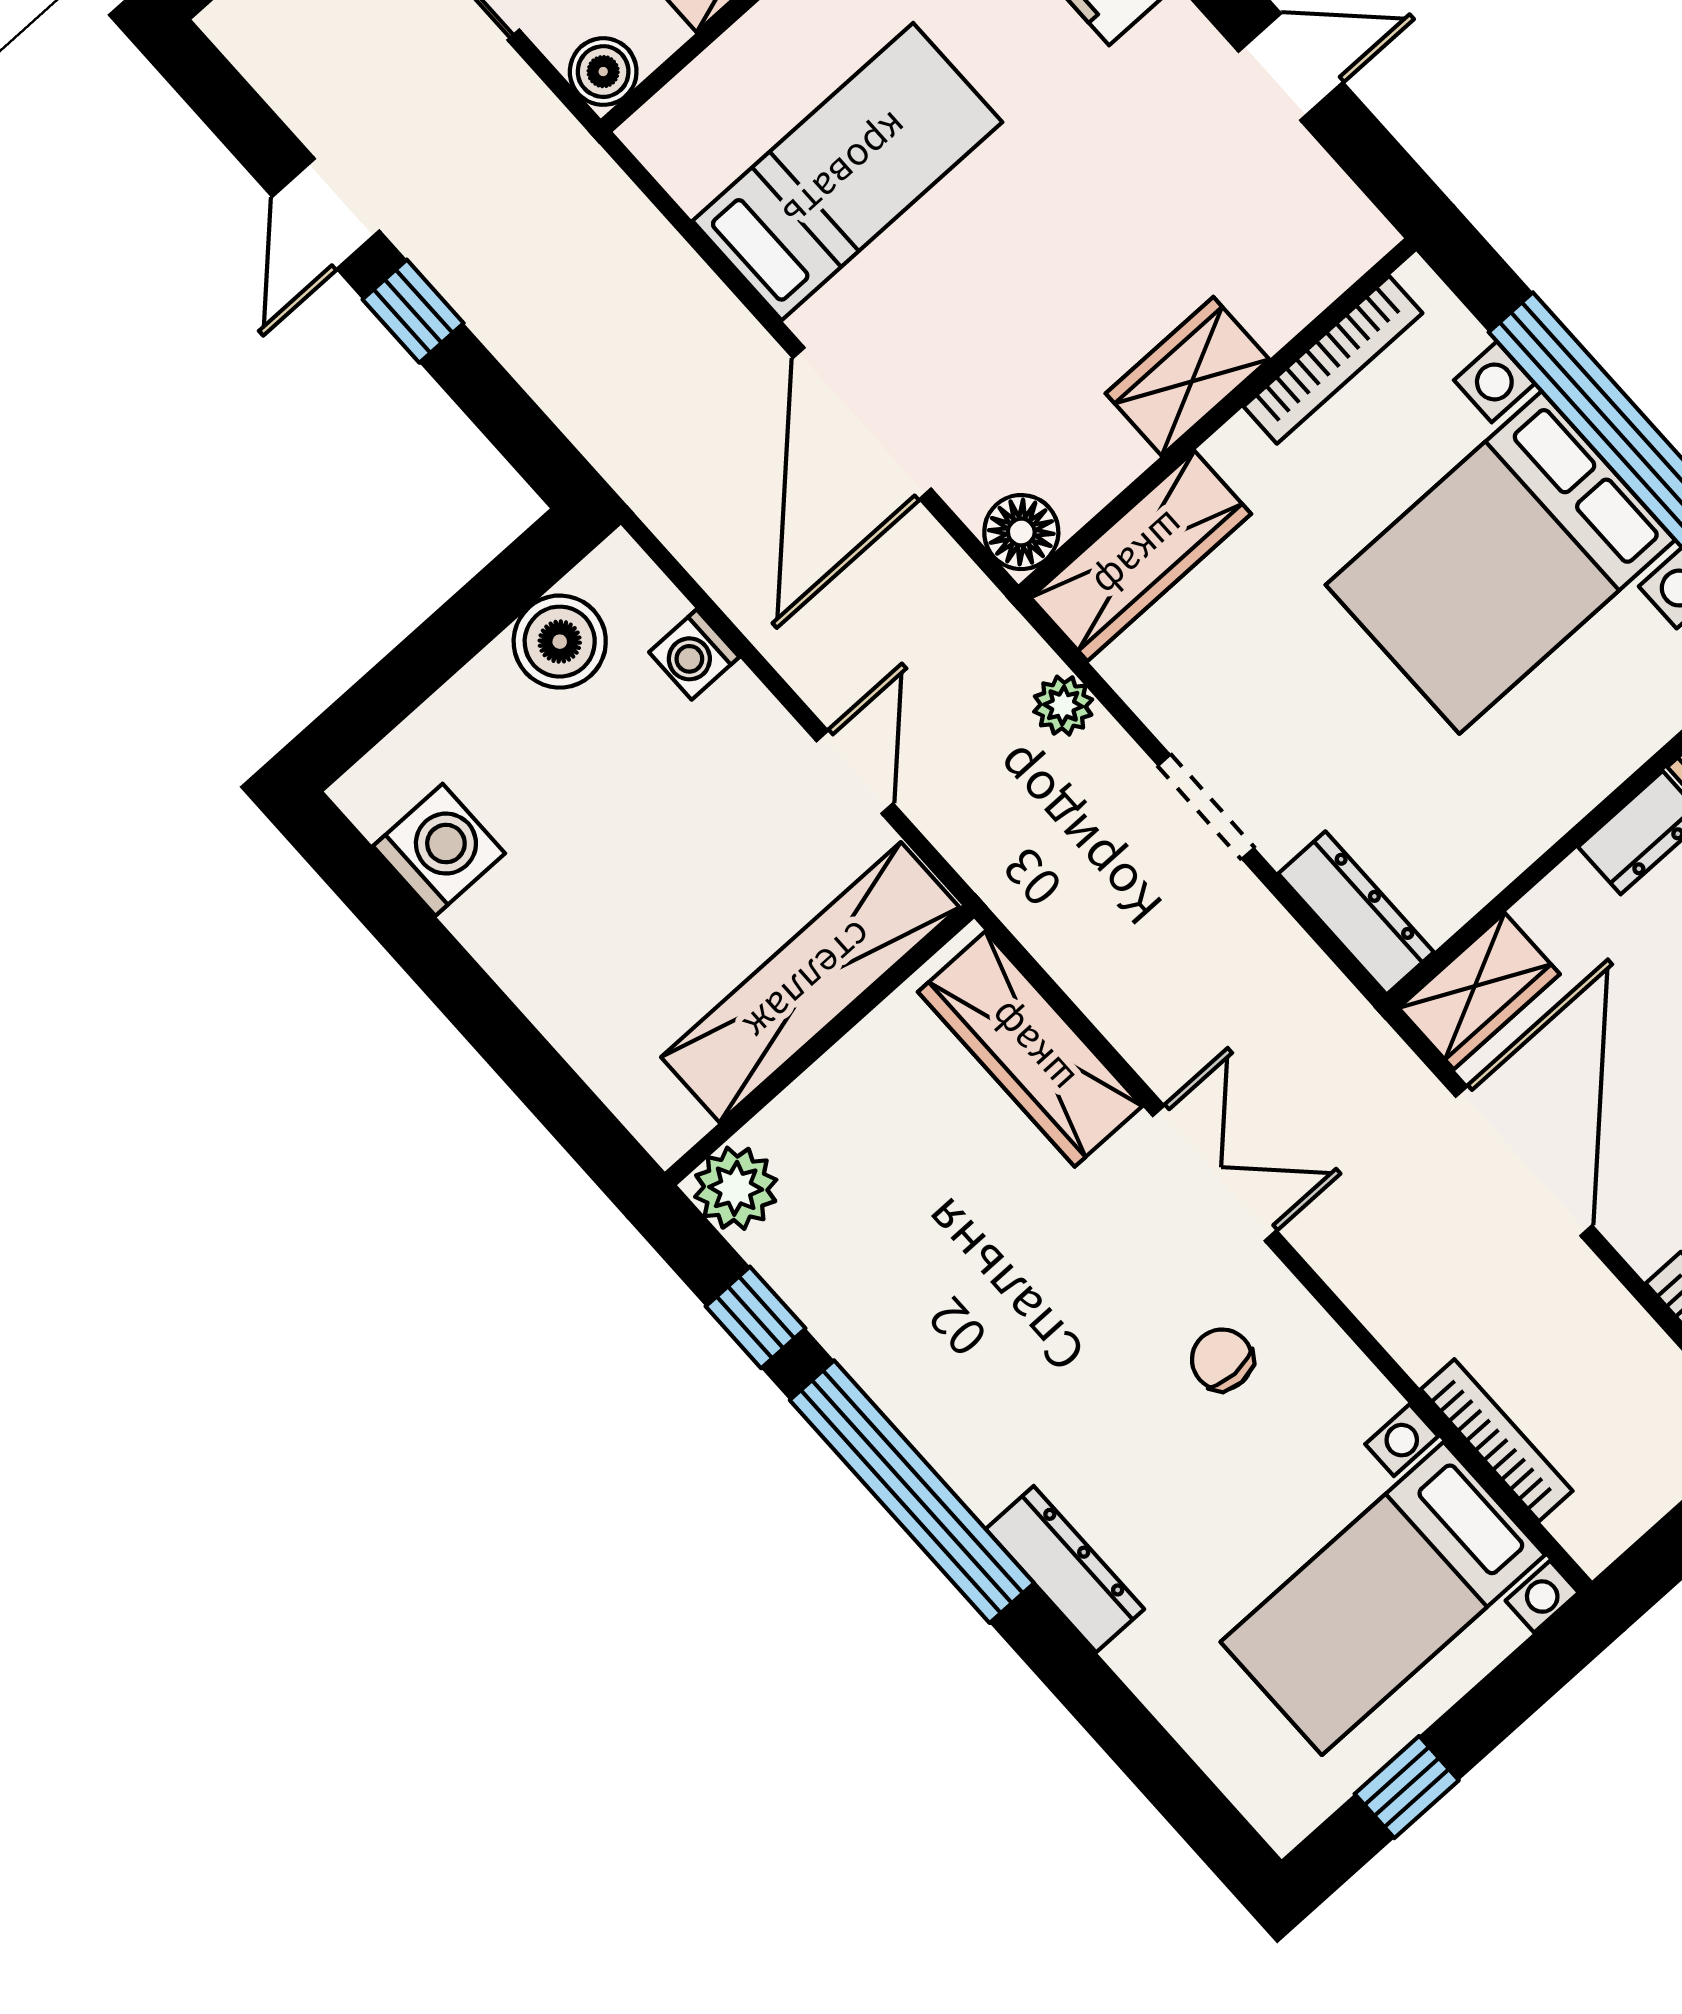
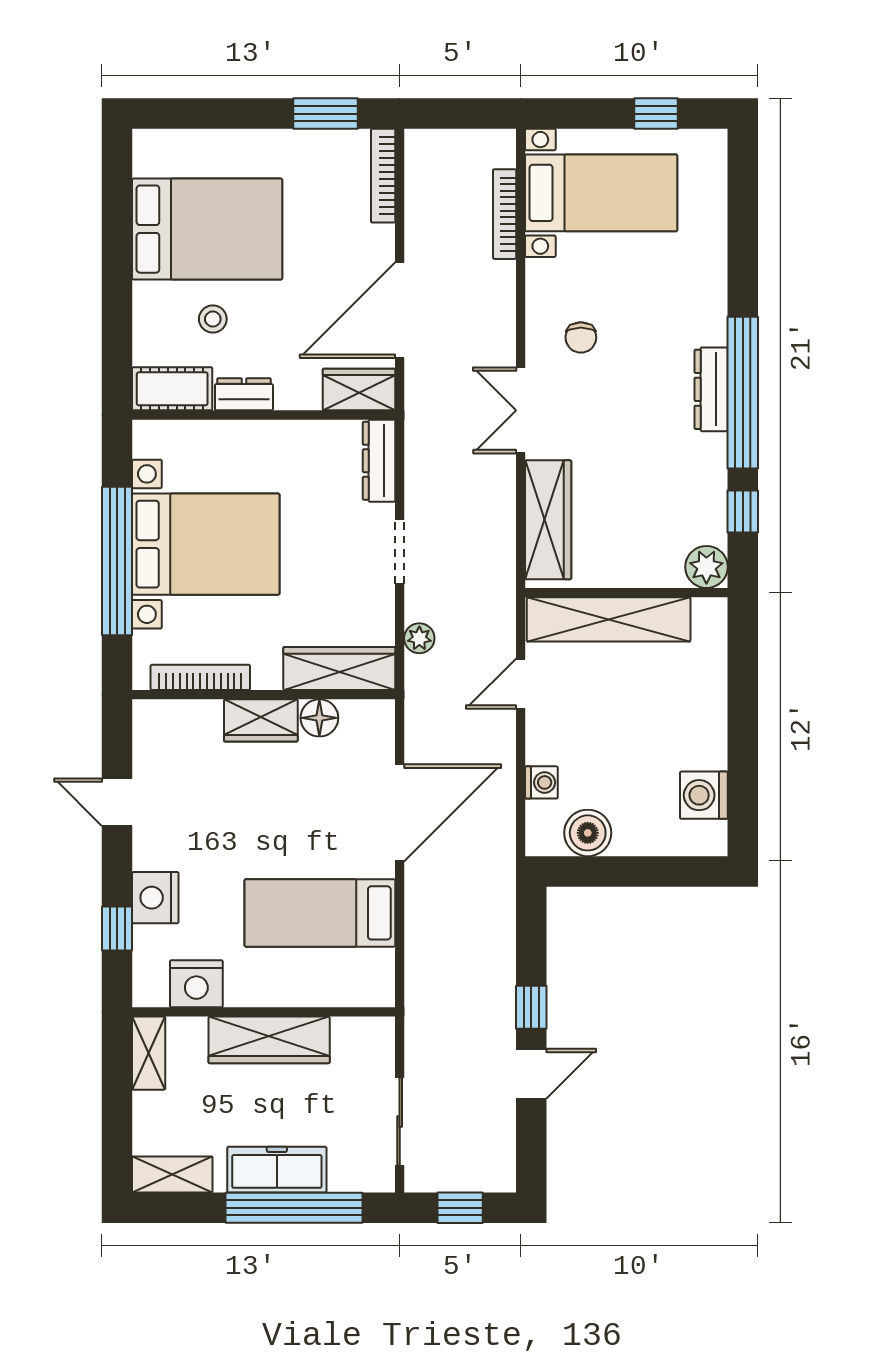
boiler: (603, 72) -> (378, 1033), removed
floor lamp: (1021, 532) -> (319, 718), moved
dresser: (1065, 1569) -> (711, 389), moved

